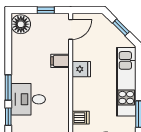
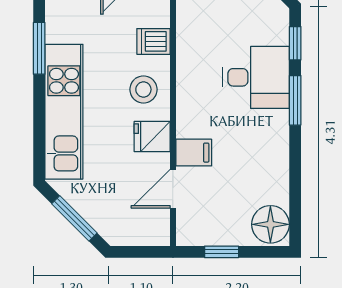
window: (121, 27) -> (74, 218), width x1.50
door: (71, 29) -> (173, 189), moved
stool: (86, 93) -> (143, 89), added

